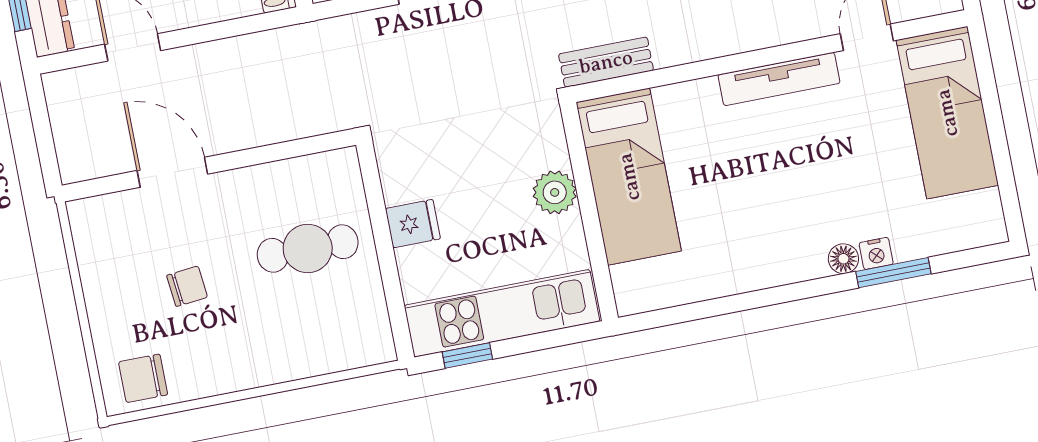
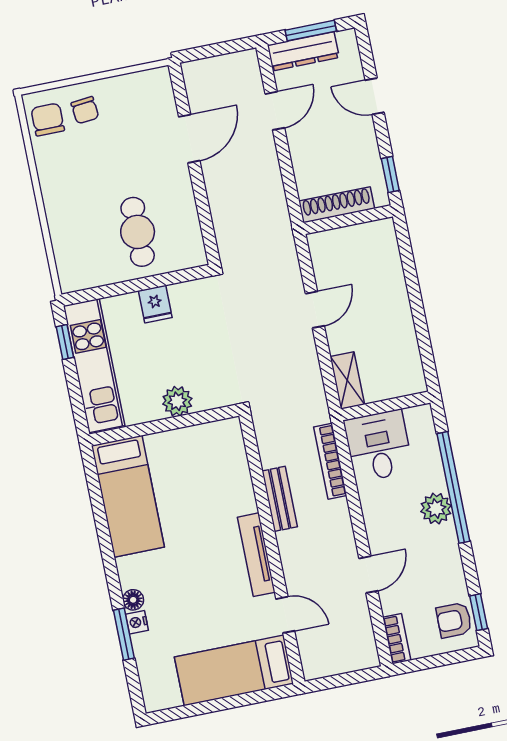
bench: (606, 62) -> (280, 499), moved
bed: (629, 177) -> (128, 496), moved, turned -90
chair: (187, 286) -> (85, 110), moved

